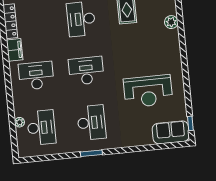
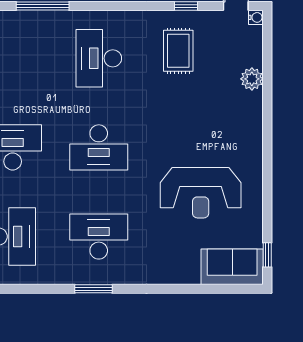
desk: (86, 71) -> (99, 147), turned 180
desk: (91, 123) -> (99, 237), turned -90

